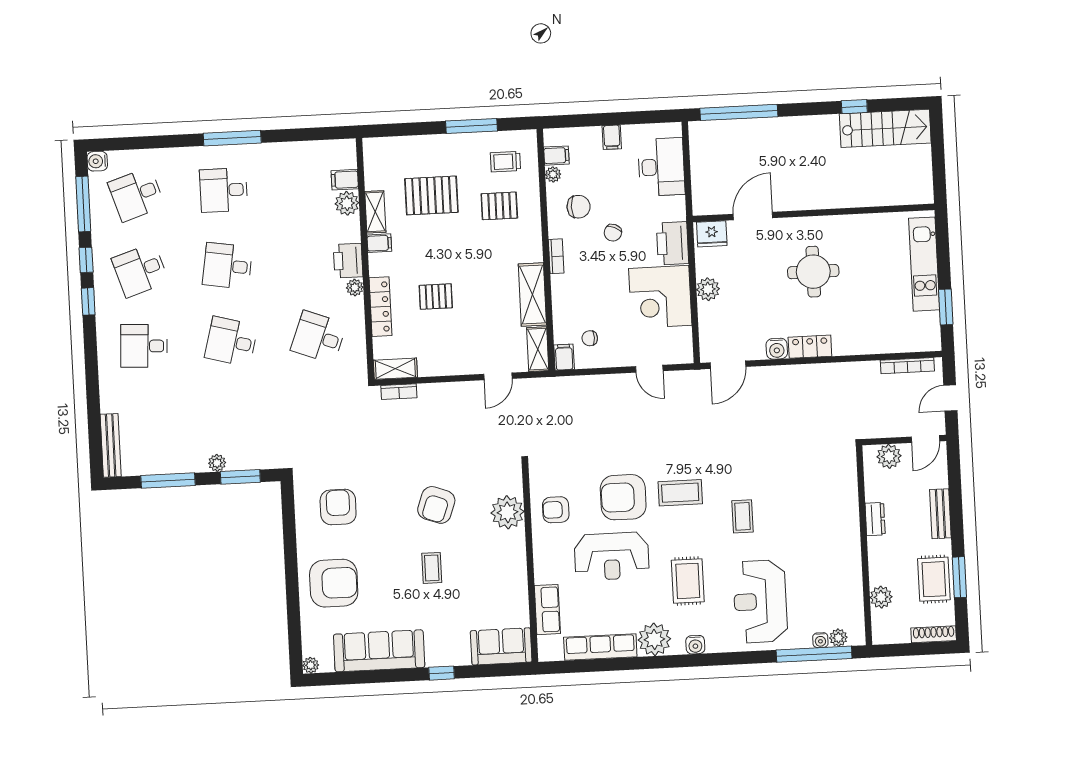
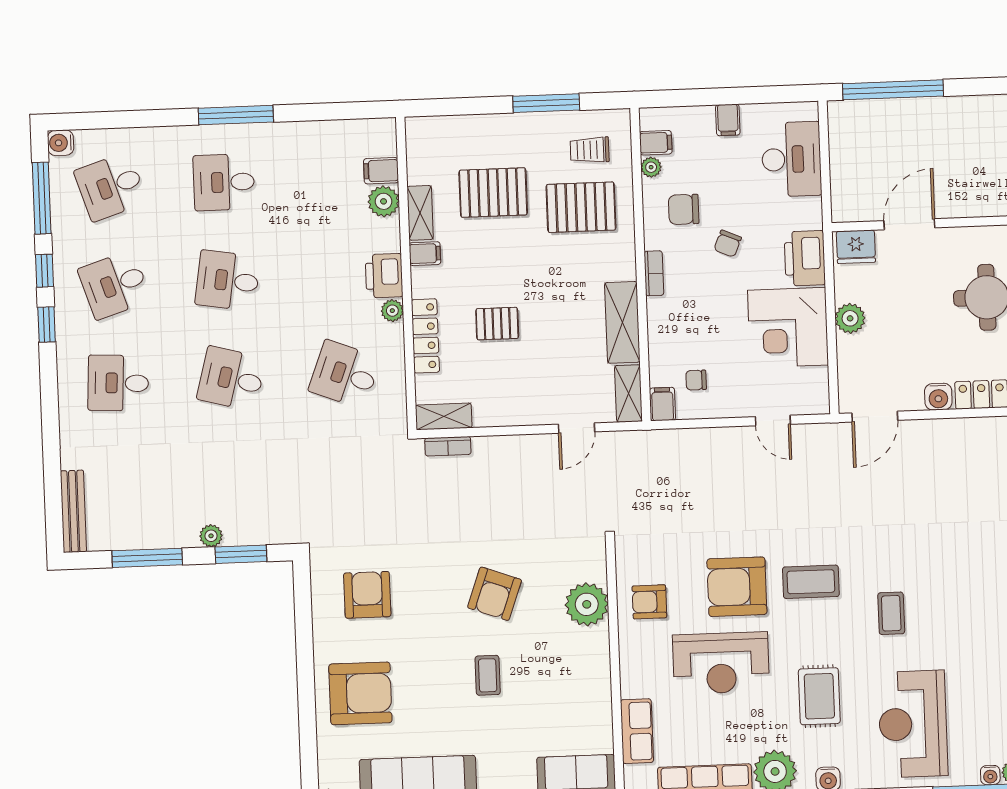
pallet: (499, 206) -> (581, 207), width x1.50, depth x1.42
chair: (579, 207) -> (684, 209), turned 180

